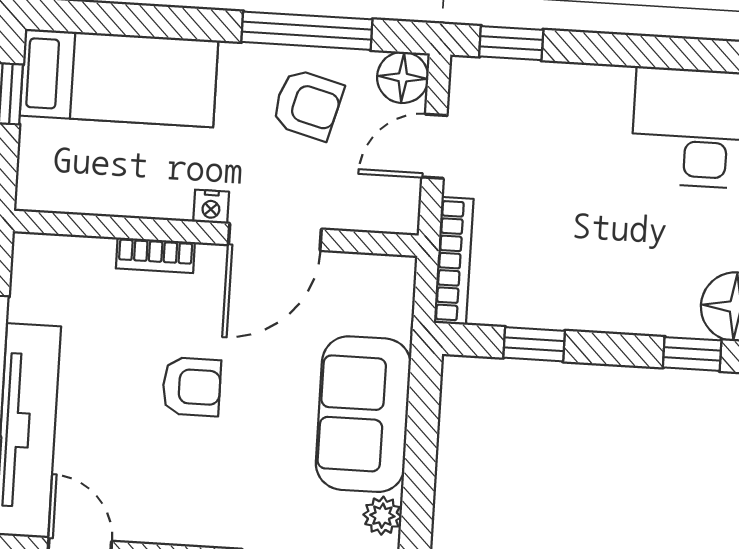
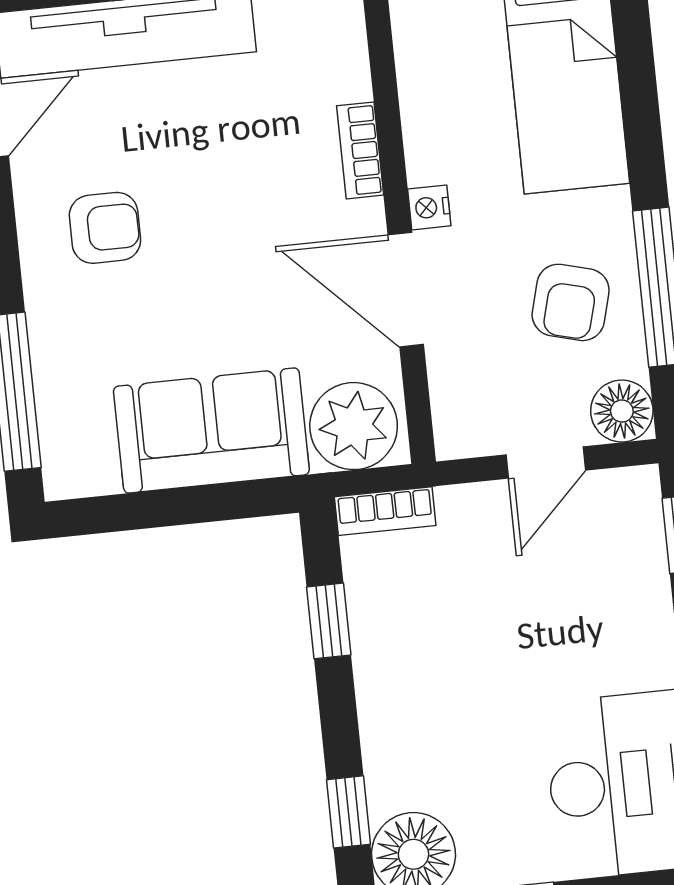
door: (434, 146) -> (546, 462), swing flipped
bookcase: (454, 261) -> (385, 511), width x0.64
armchair: (192, 387) -> (105, 228), moved, turned -90
plant: (382, 516) -> (354, 426), moved, width x1.87, depth x1.87

